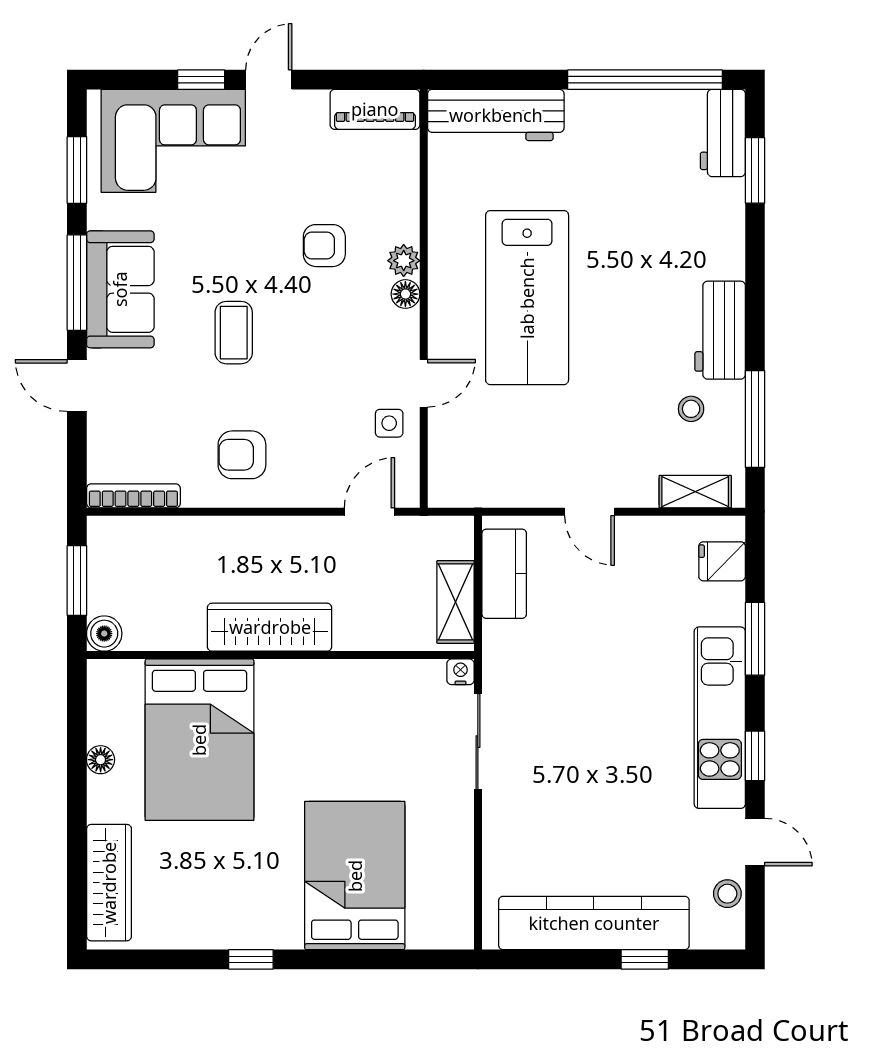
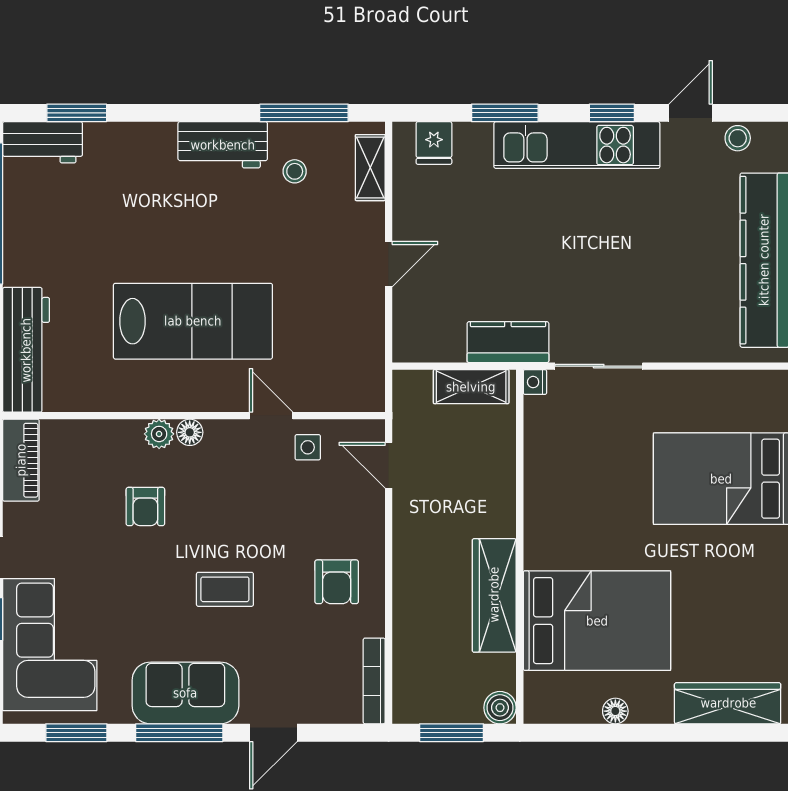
kitchen counter: (504, 574) -> (508, 342), moved
wardrobe: (270, 627) -> (494, 595), moved

